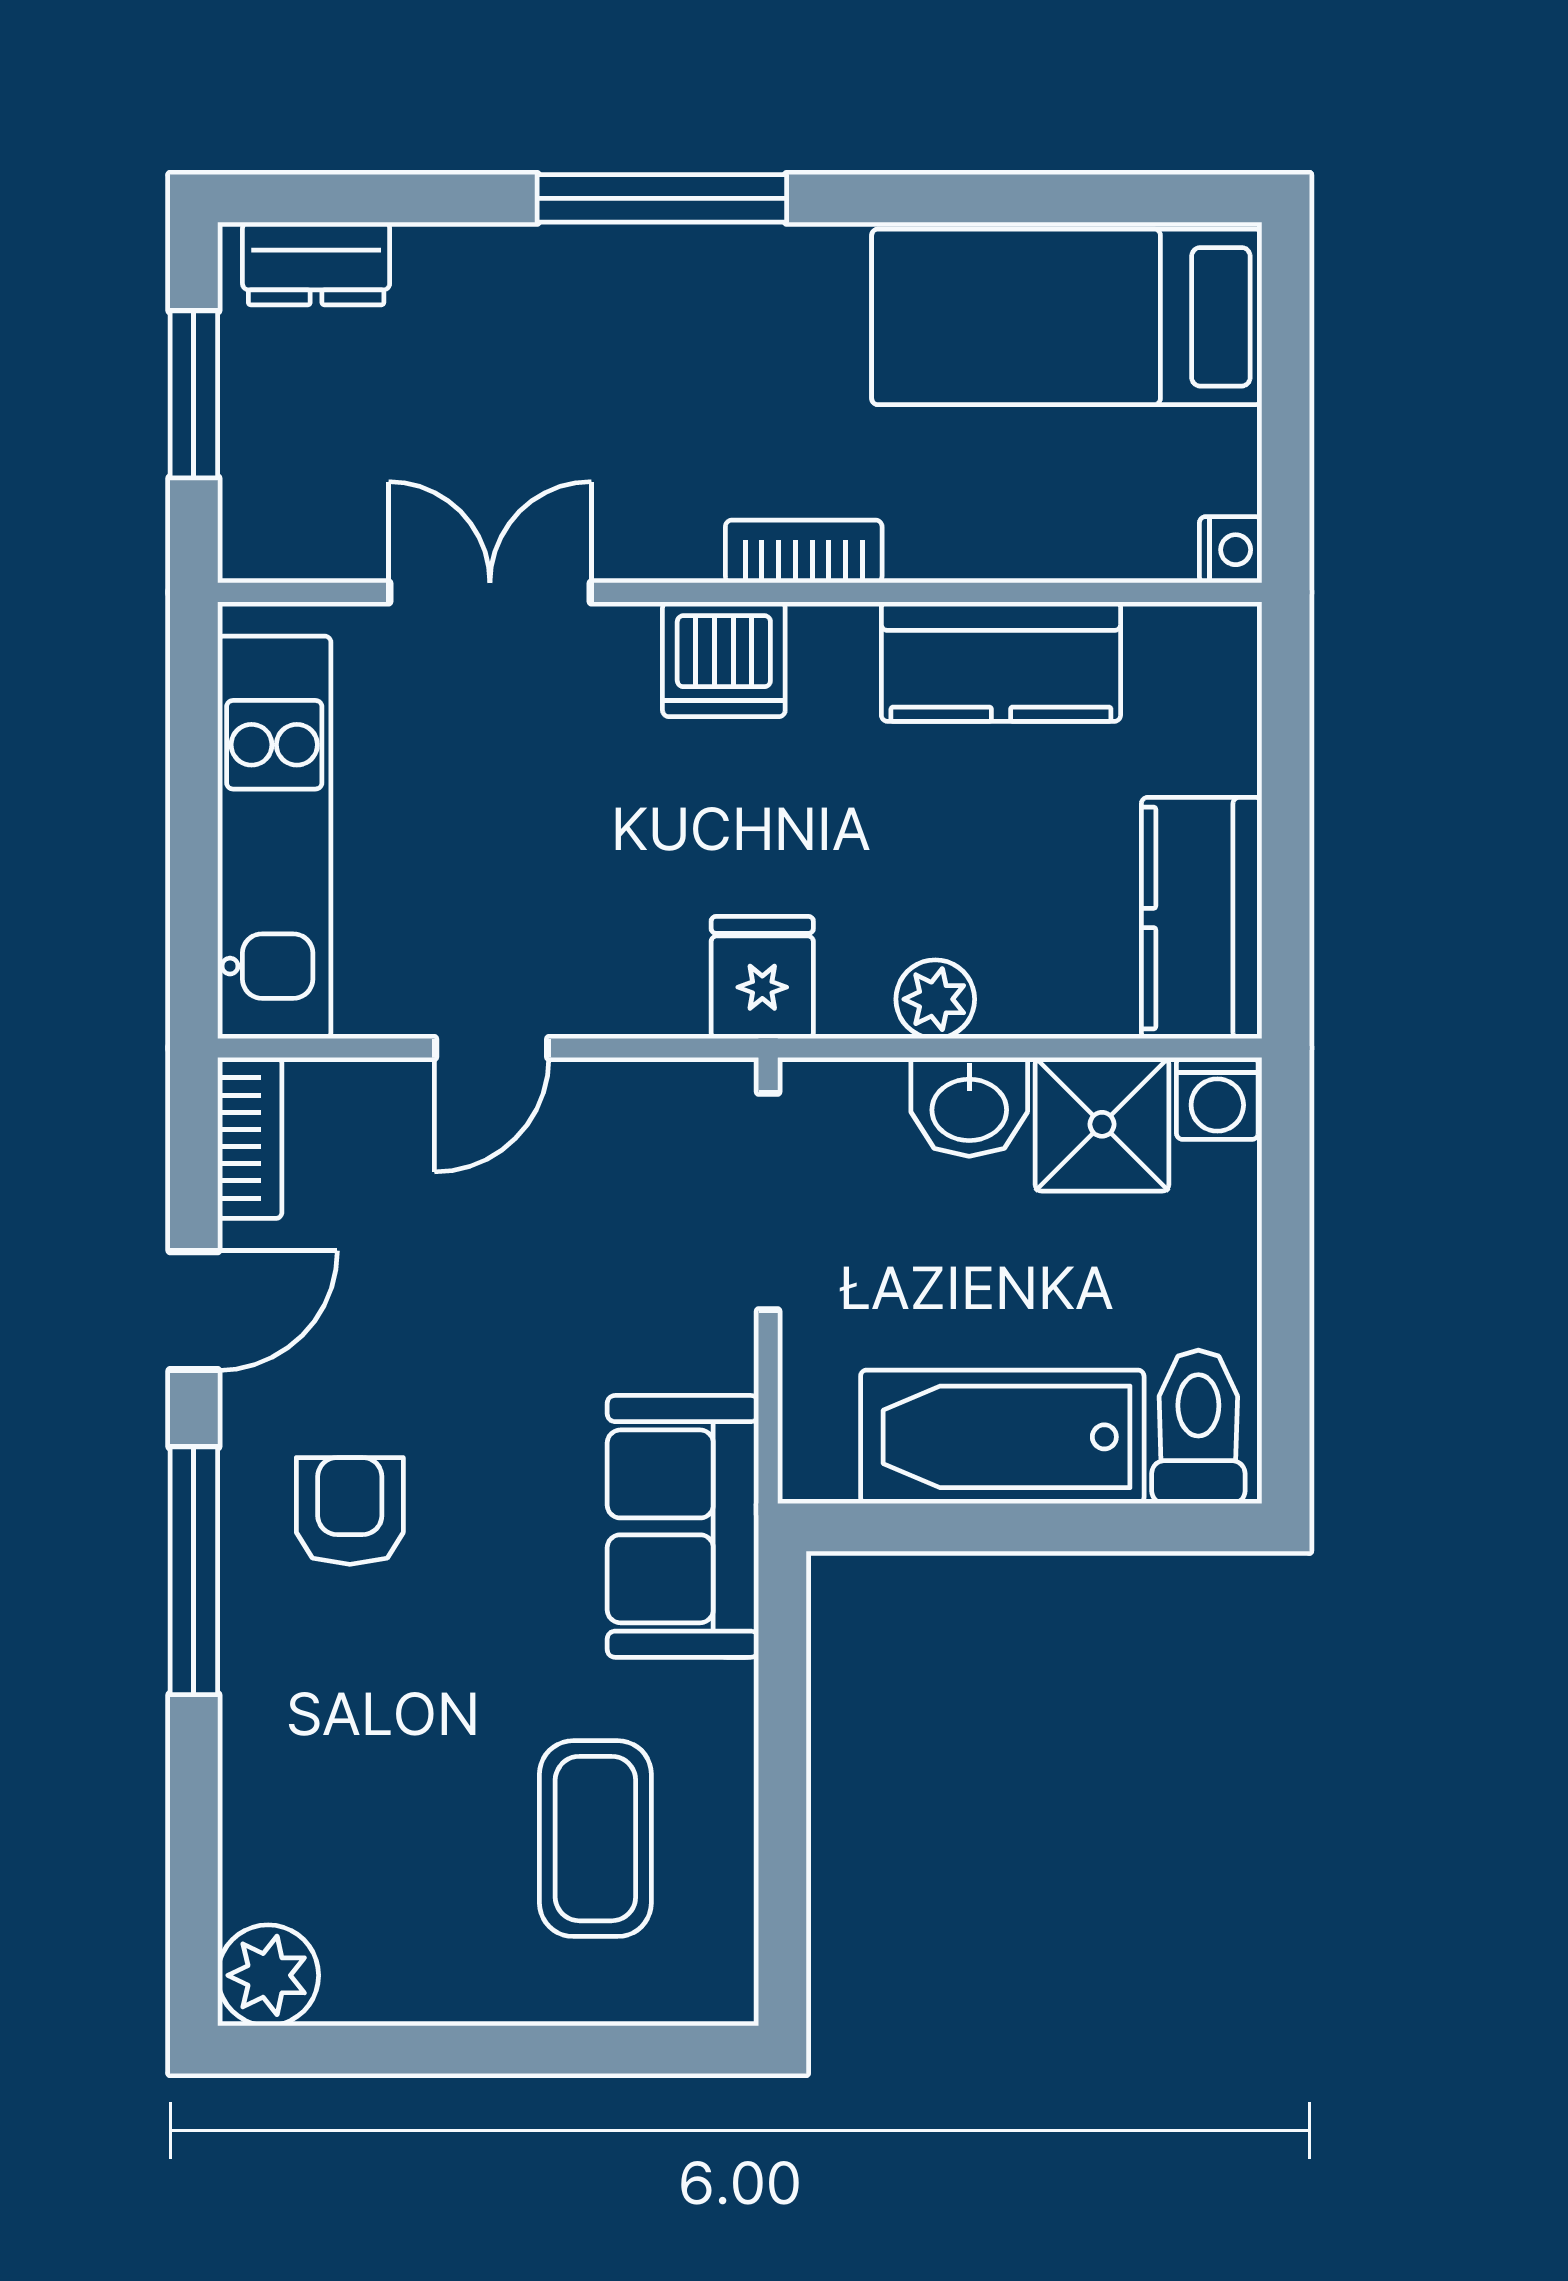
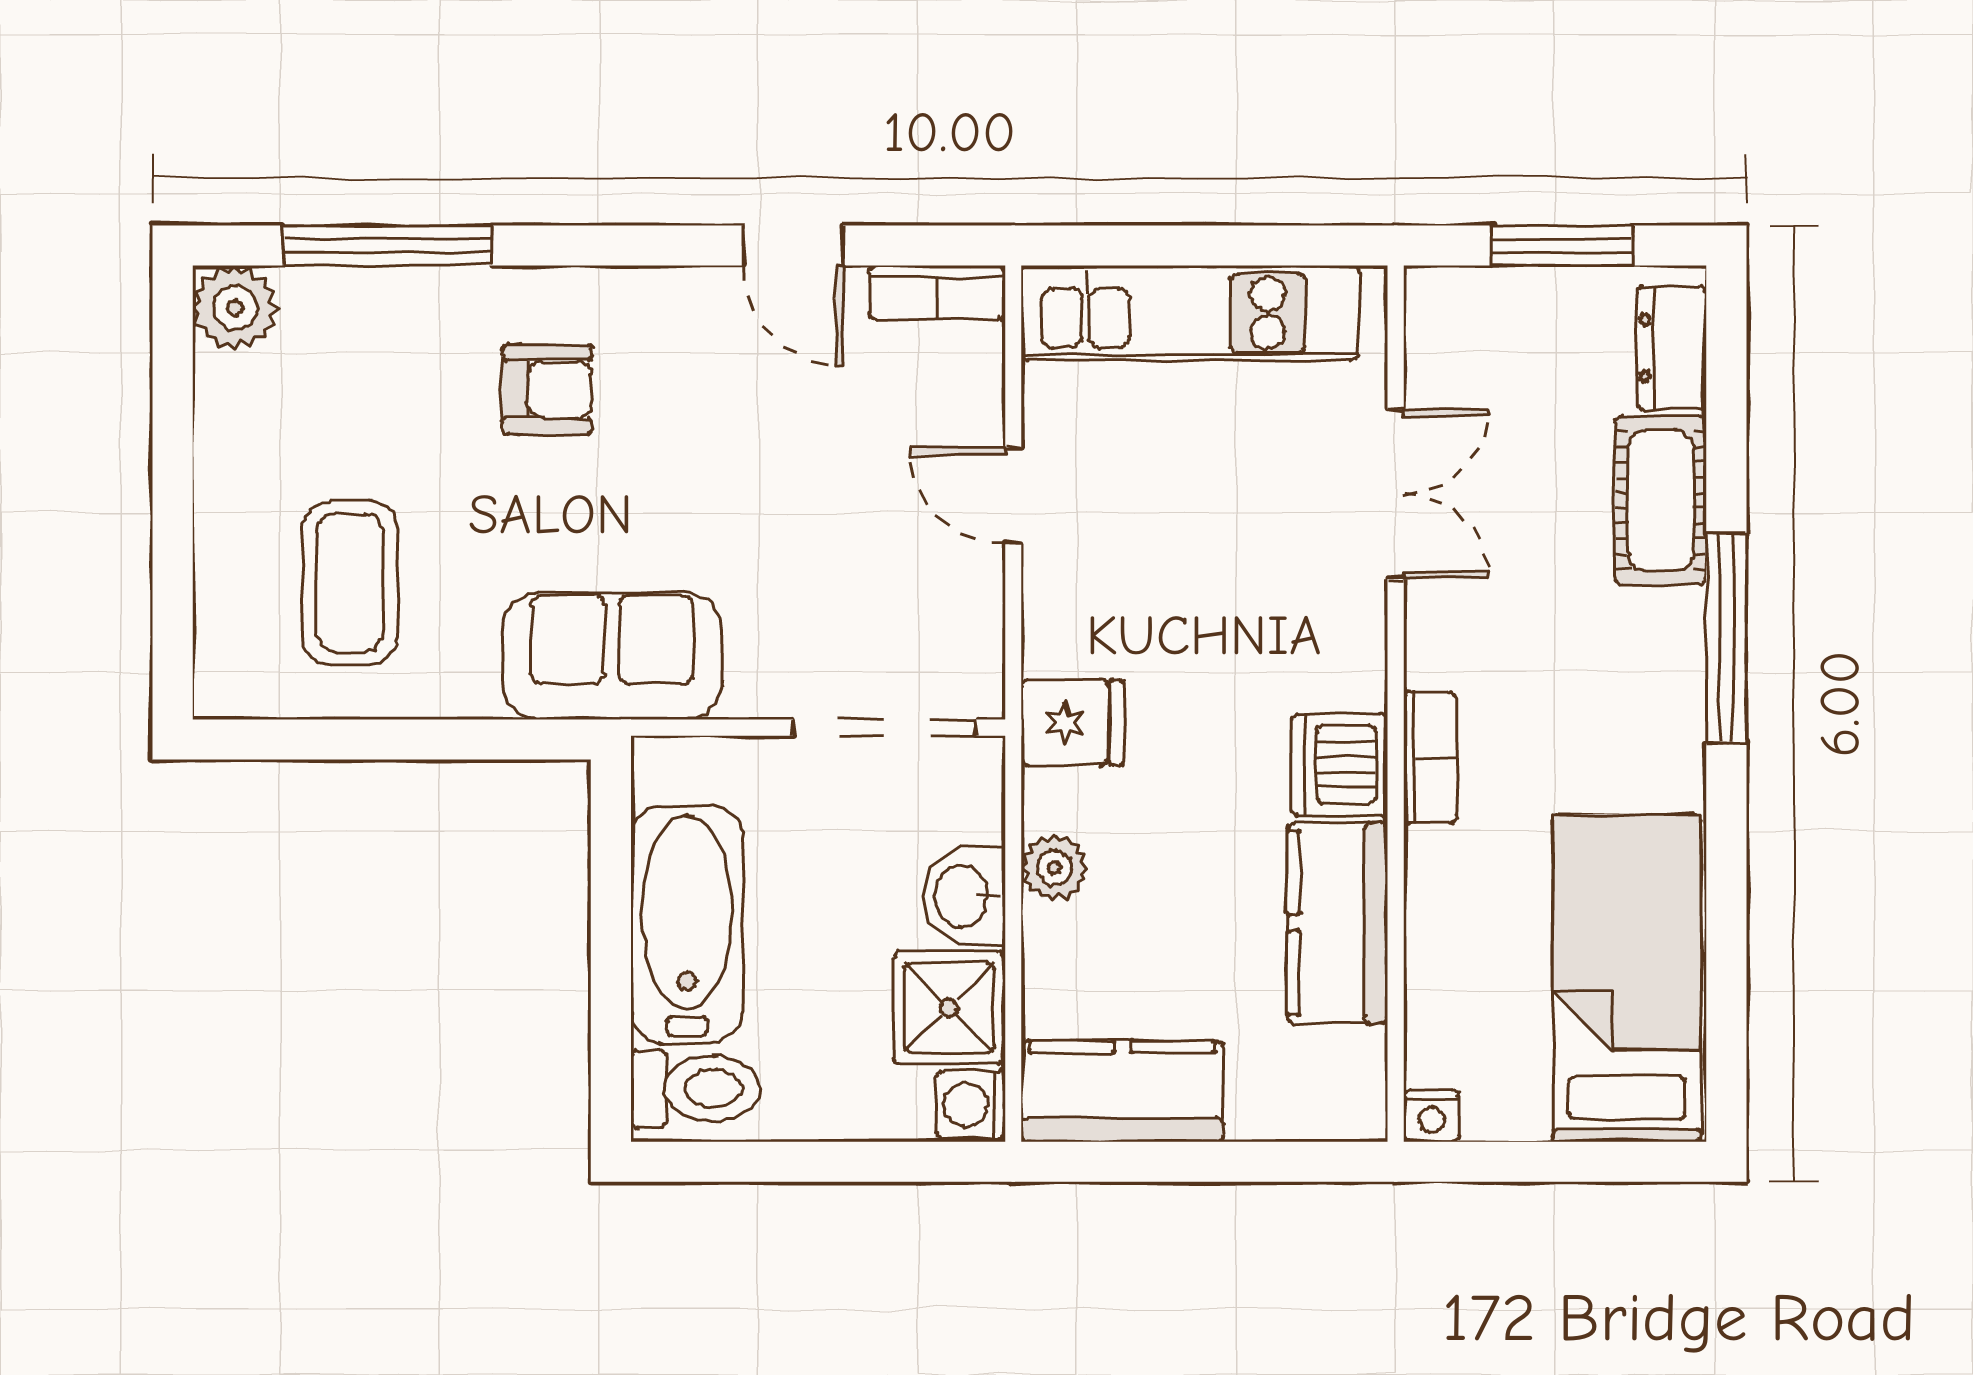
cot: (498, 277) -> (1661, 500), added
dishwasher: (724, 659) -> (1340, 765), moved
armchair: (350, 1511) -> (547, 389), moved
window: (194, 1571) -> (387, 246), moved
coffee table: (595, 1839) -> (350, 583), turned 90

